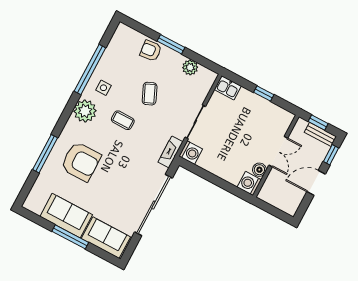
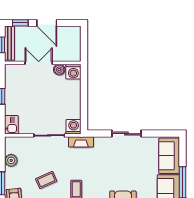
bench: (320, 134) -> (10, 43), width x1.36
sliding door: (154, 205) -> (126, 134), width x0.54

